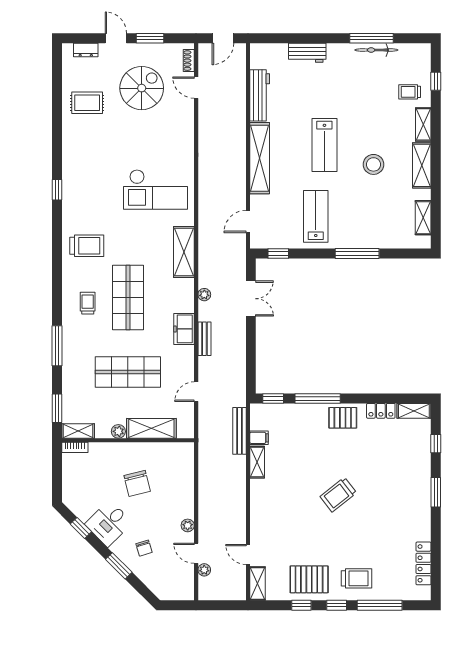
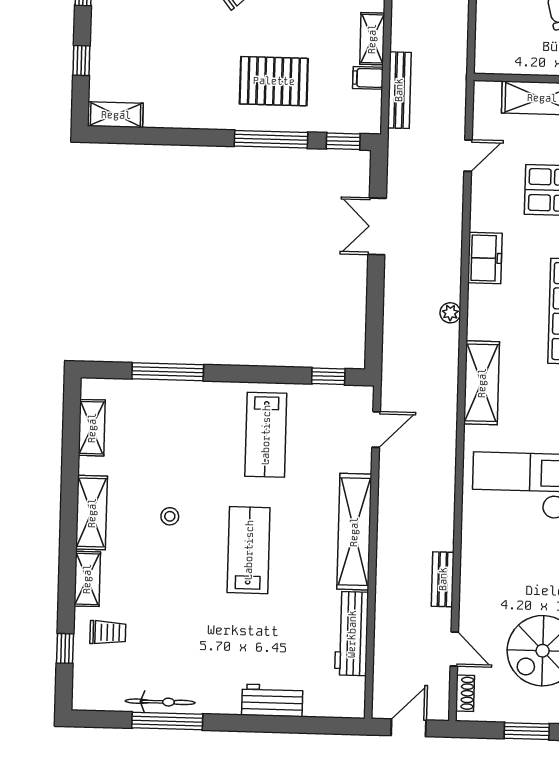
stool: (374, 164) -> (170, 516), width x0.53, depth x0.53
window: (357, 253) -> (168, 372), moved
double door: (251, 299) -> (377, 226), moved
bench: (204, 339) -> (443, 579), moved
locker: (381, 411) -> (169, 116), removed
pallet: (343, 418) -> (274, 81), moved, width x1.50, depth x1.42

